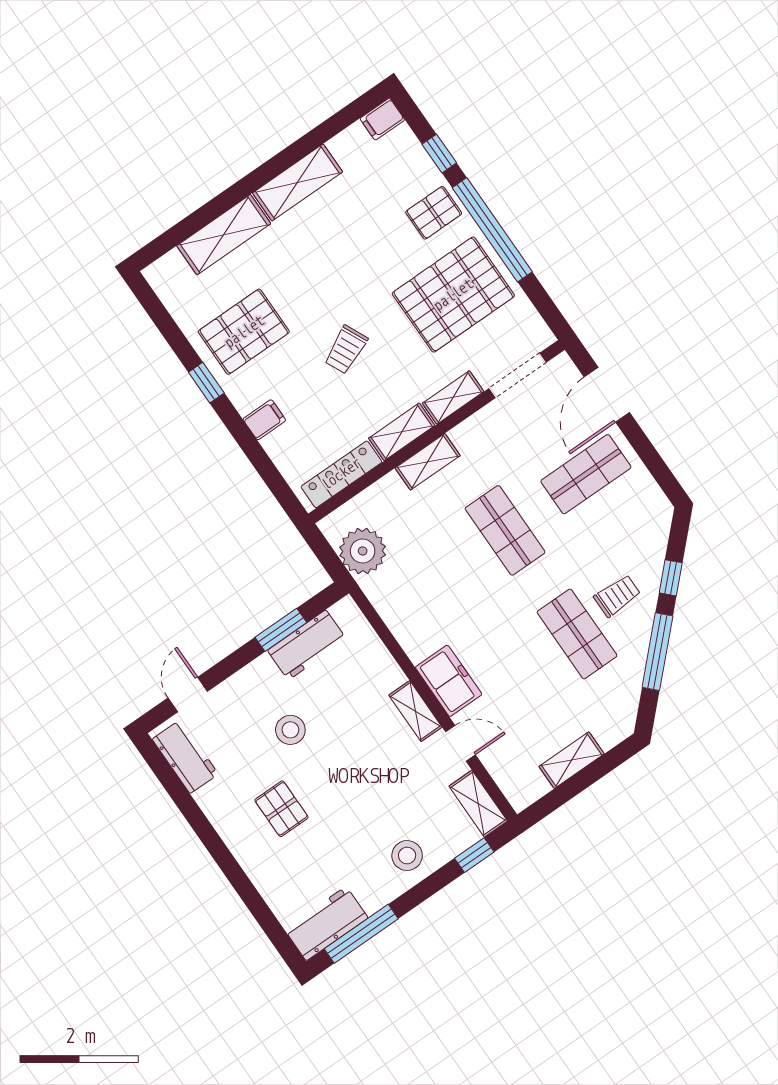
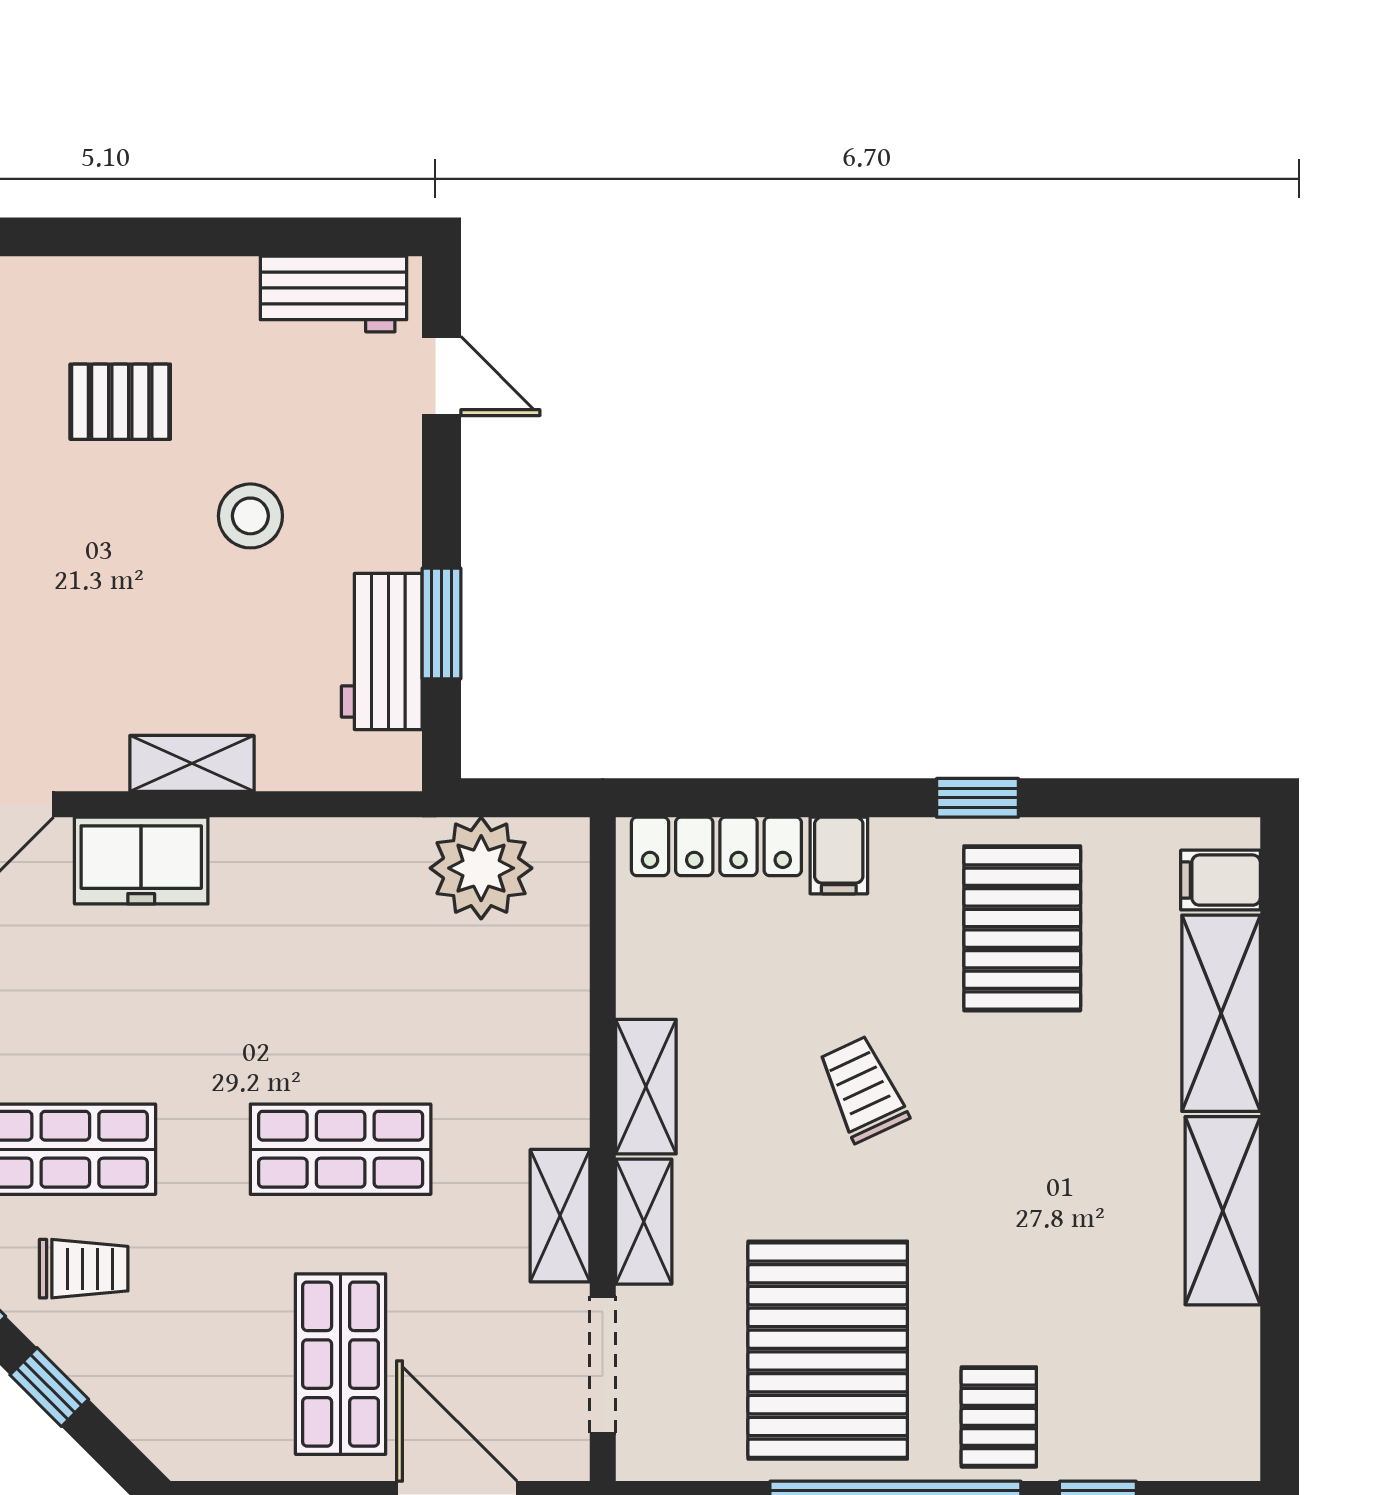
filing cabinet: (382, 119) -> (1221, 880), moved, turned -90
shelving: (428, 462) -> (560, 1216), moved
locker: (341, 474) -> (716, 846), moved, turned 90
trolley: (617, 596) -> (84, 1269), turned -90
shelving: (415, 711) -> (192, 763), moved

